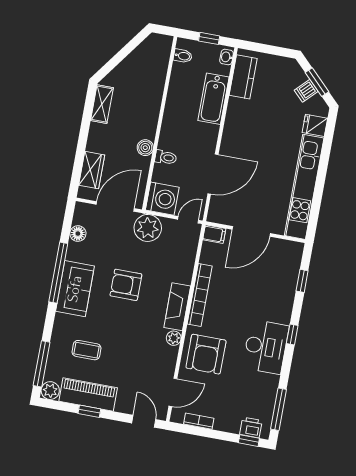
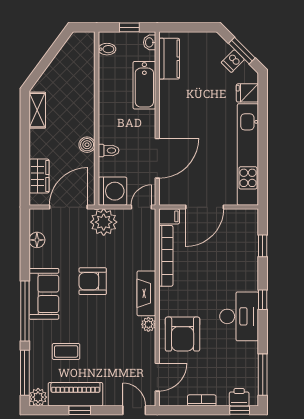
window: (58, 273) -> (25, 311), moved
bookcase: (200, 295) -> (166, 256), moved
bookcase: (199, 421) -> (202, 400), moved

